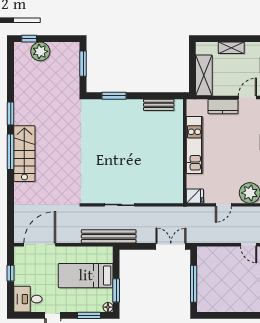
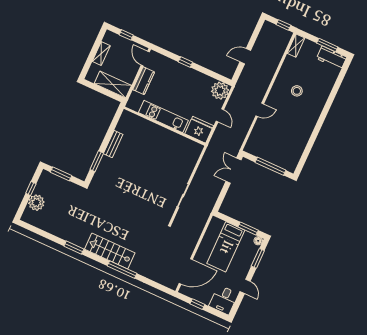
window: (29, 39) -> (31, 189), moved
bench: (159, 105) -> (113, 144), moved
window: (11, 152) -> (122, 270), moved
fridge: (195, 196) -> (199, 130), width x1.88, depth x1.34
bench: (109, 236) -> (204, 215), removed
door: (40, 245) -> (186, 271), swing flipped

